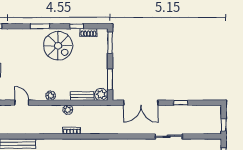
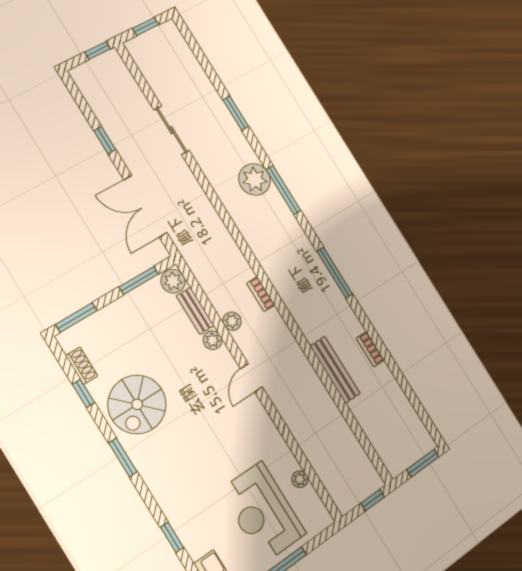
spiral stairs: (58, 46) -> (137, 404), turned 180
plant: (51, 96) -> (213, 340), moved
door: (22, 103) -> (251, 378), moved
double door: (141, 103) -> (145, 206), swing flipped

